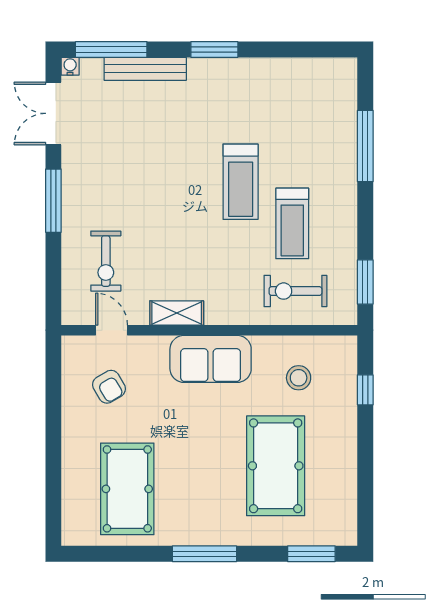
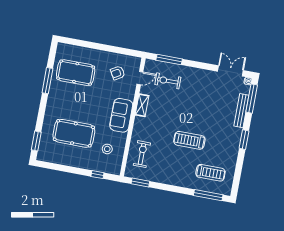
window: (365, 146) -> (208, 195), moved
window: (53, 201) -> (169, 60), moved
treadmill: (292, 223) -> (210, 173), moved, turned 180
window: (204, 554) -> (47, 81), moved

